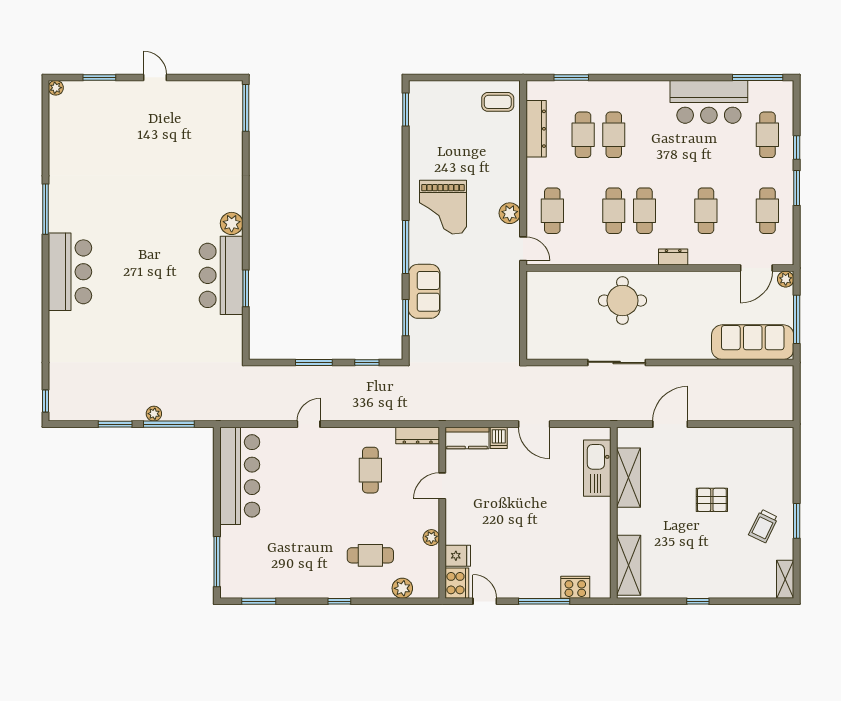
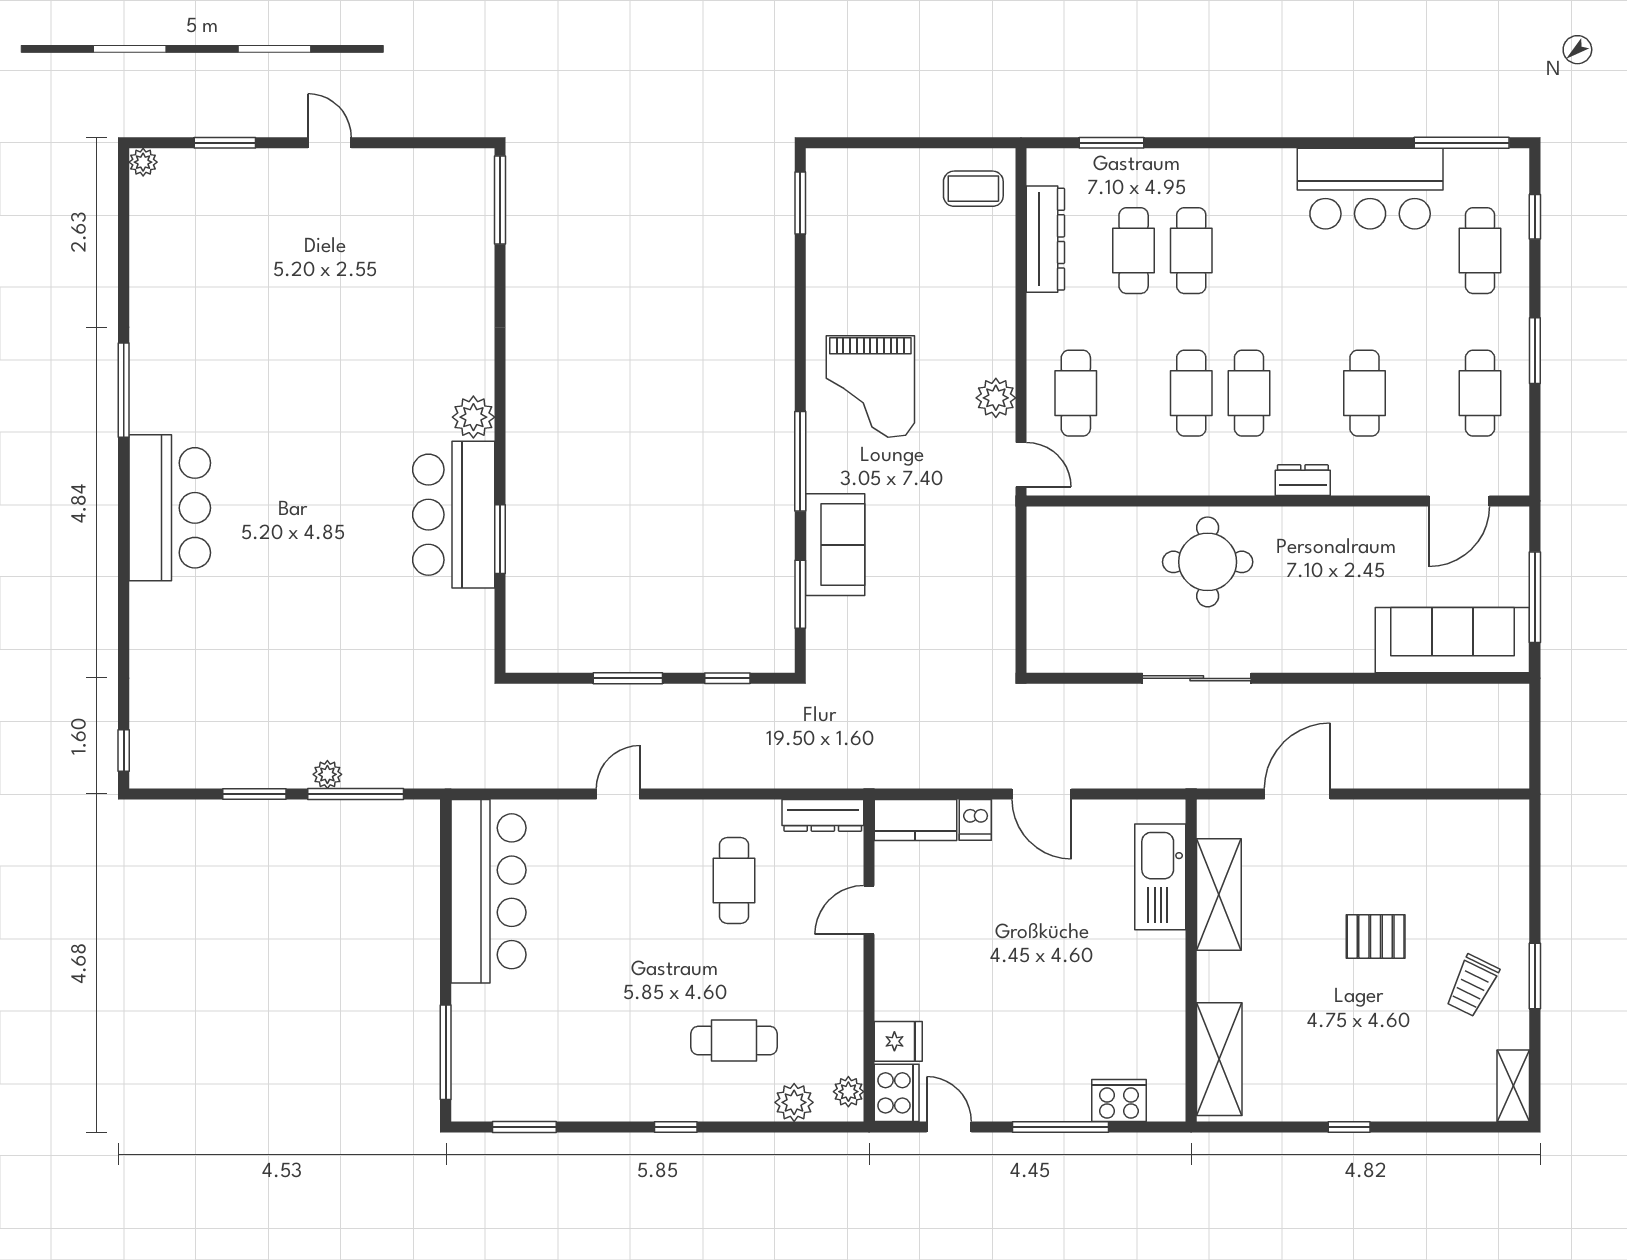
window: (797, 148) -> (1535, 217), moved
plant: (786, 279) -> (1514, 522), removed
plant: (431, 538) -> (848, 1092), moved

